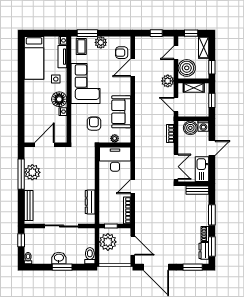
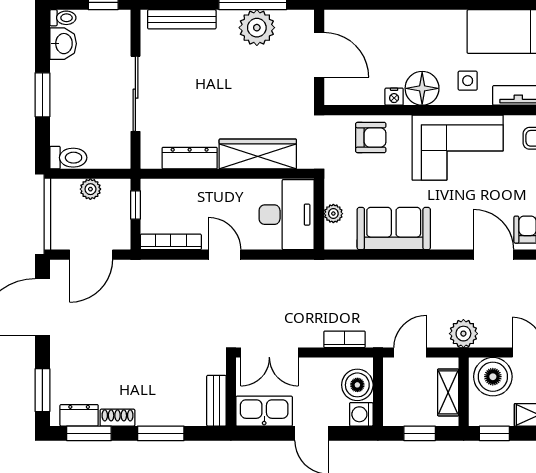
armchair: (94, 124) -> (371, 137), moved
wardrobe: (88, 172) -> (258, 154), added
plant: (108, 242) -> (90, 189), width x0.53, depth x0.53
washbasin: (59, 258) -> (63, 44), moved

